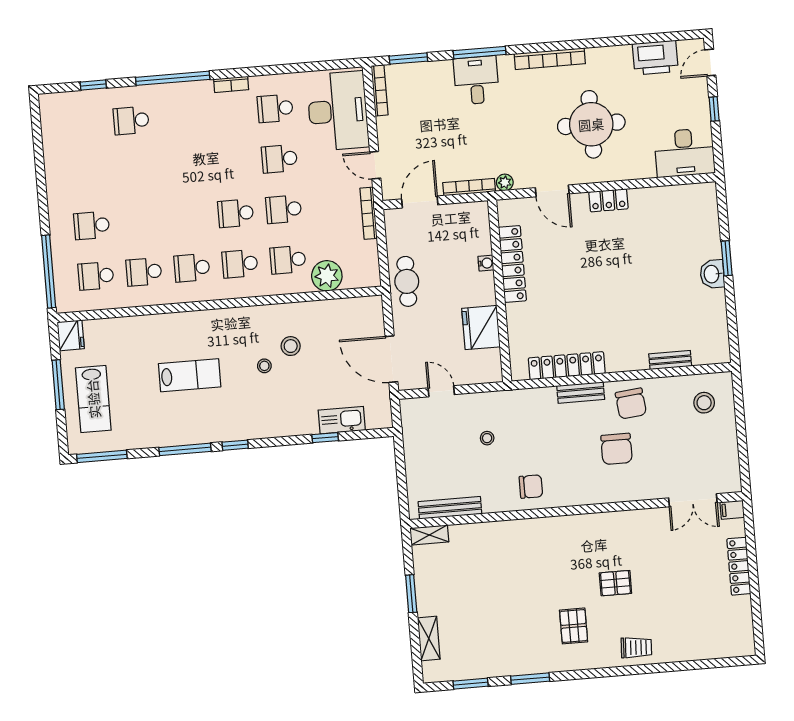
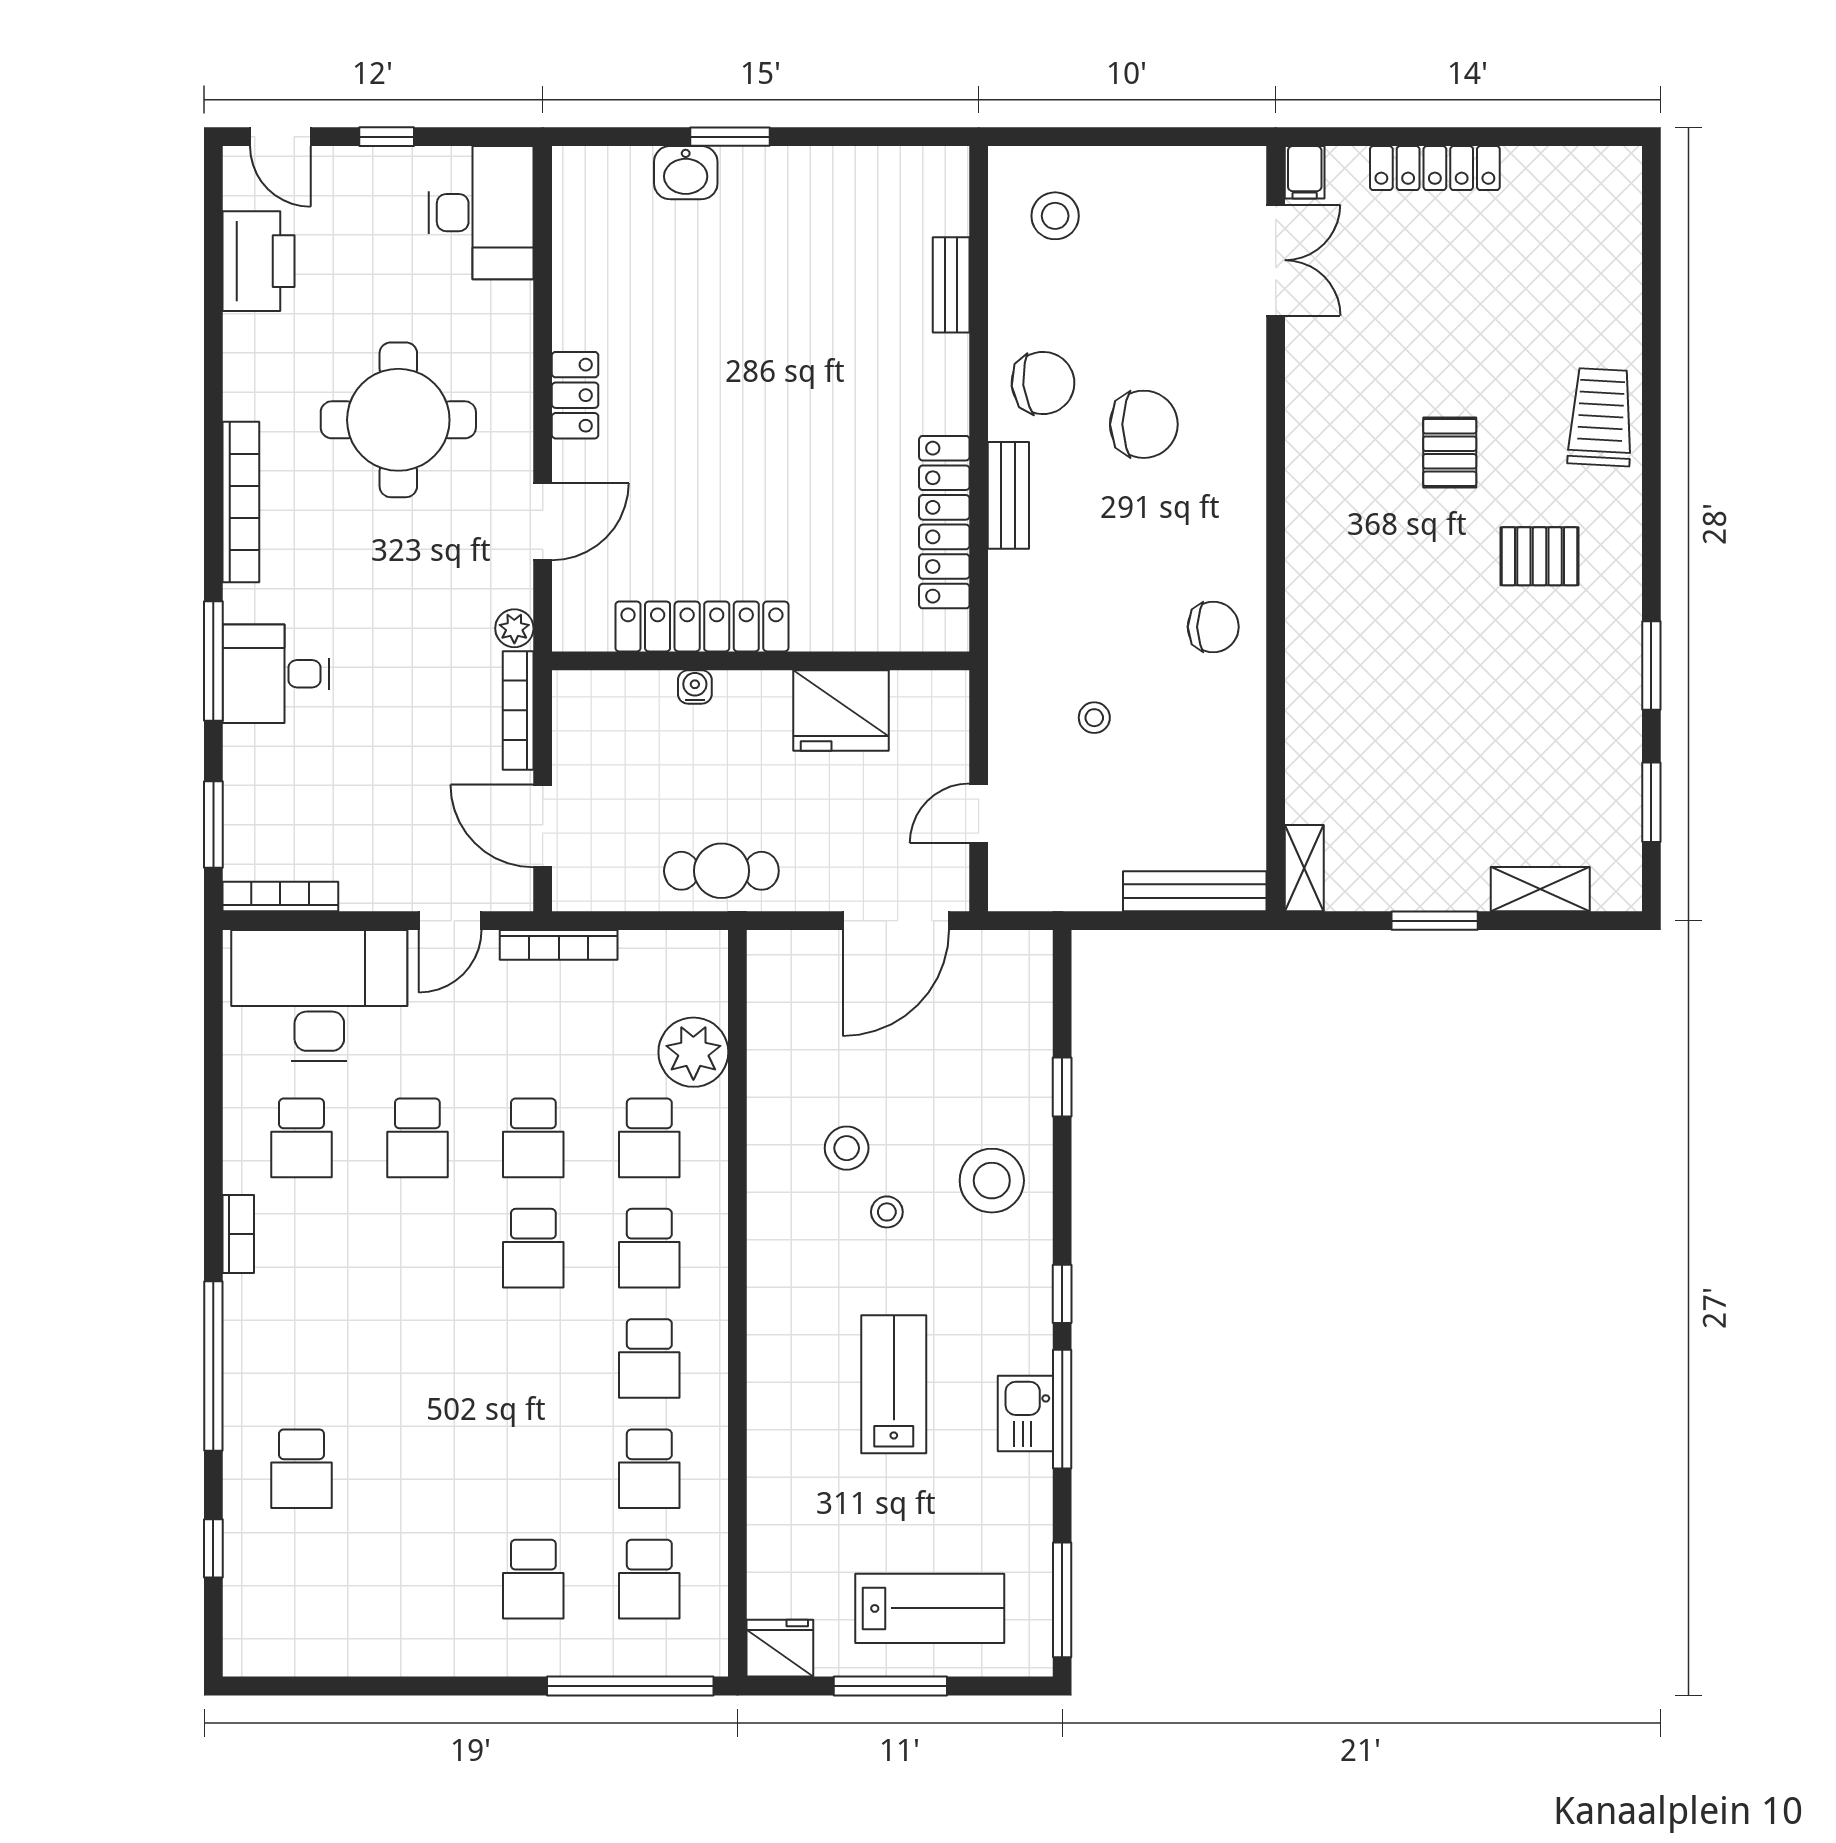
washbasin: (712, 274) -> (686, 173), moved
stool: (282, 410) -> (992, 1181), added
kitchen sink: (342, 420) -> (1025, 1414), moved, width x0.73
chair: (531, 487) -> (1213, 627), turned 90
bench: (450, 508) -> (1195, 891), moved, turned 90
trolley: (636, 648) -> (1601, 417), width x1.36, depth x1.39

